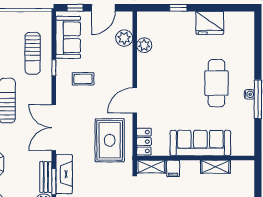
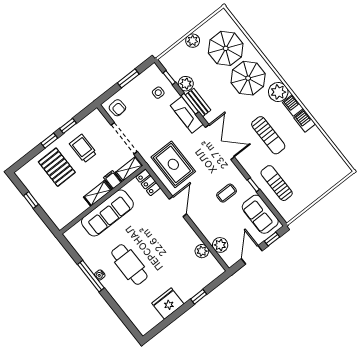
shelving: (215, 167) -> (98, 193), moved

